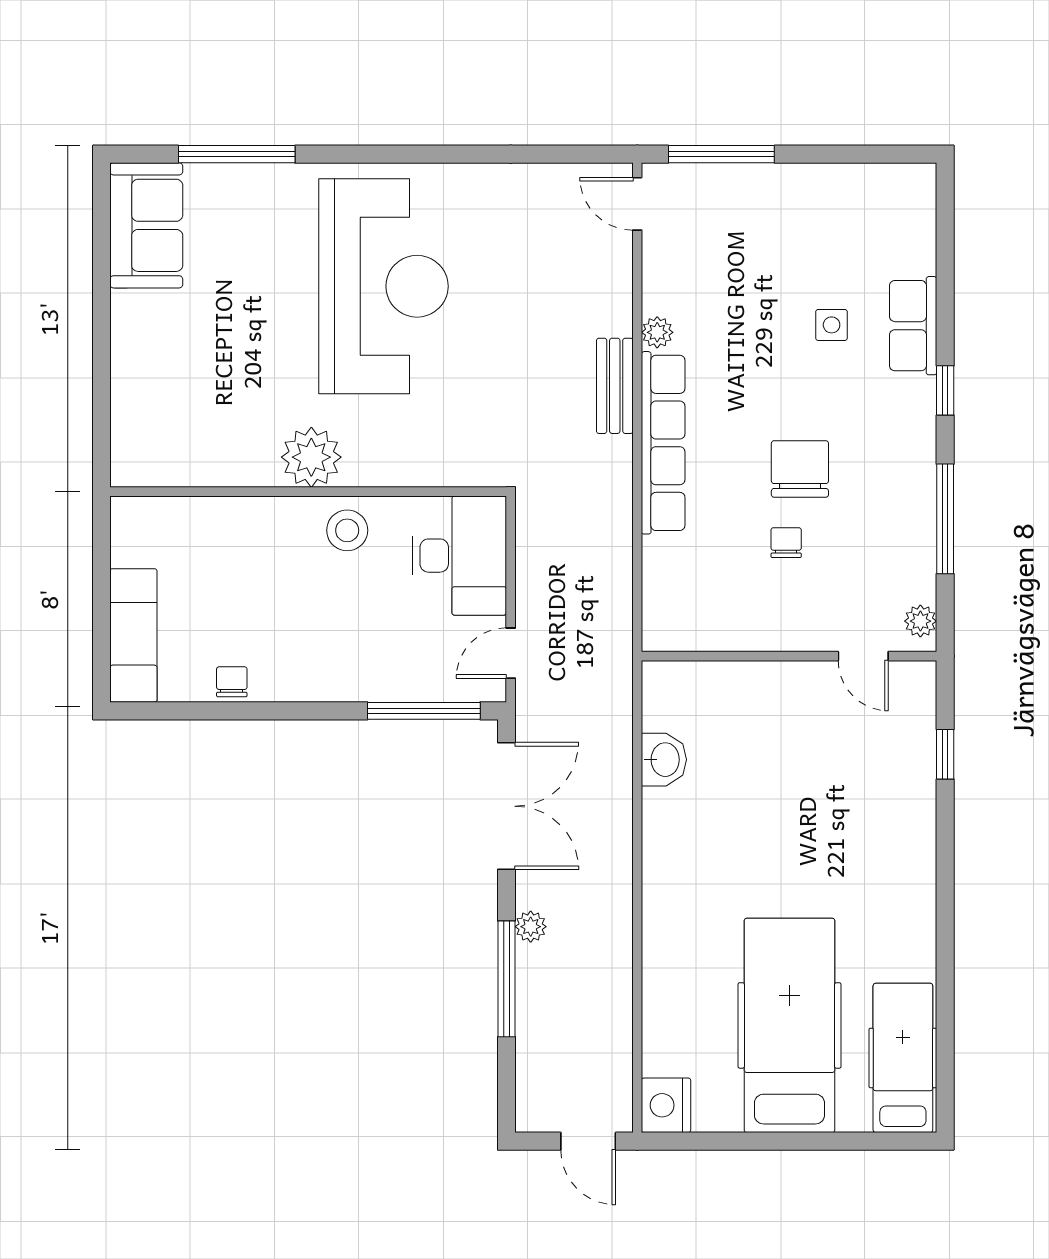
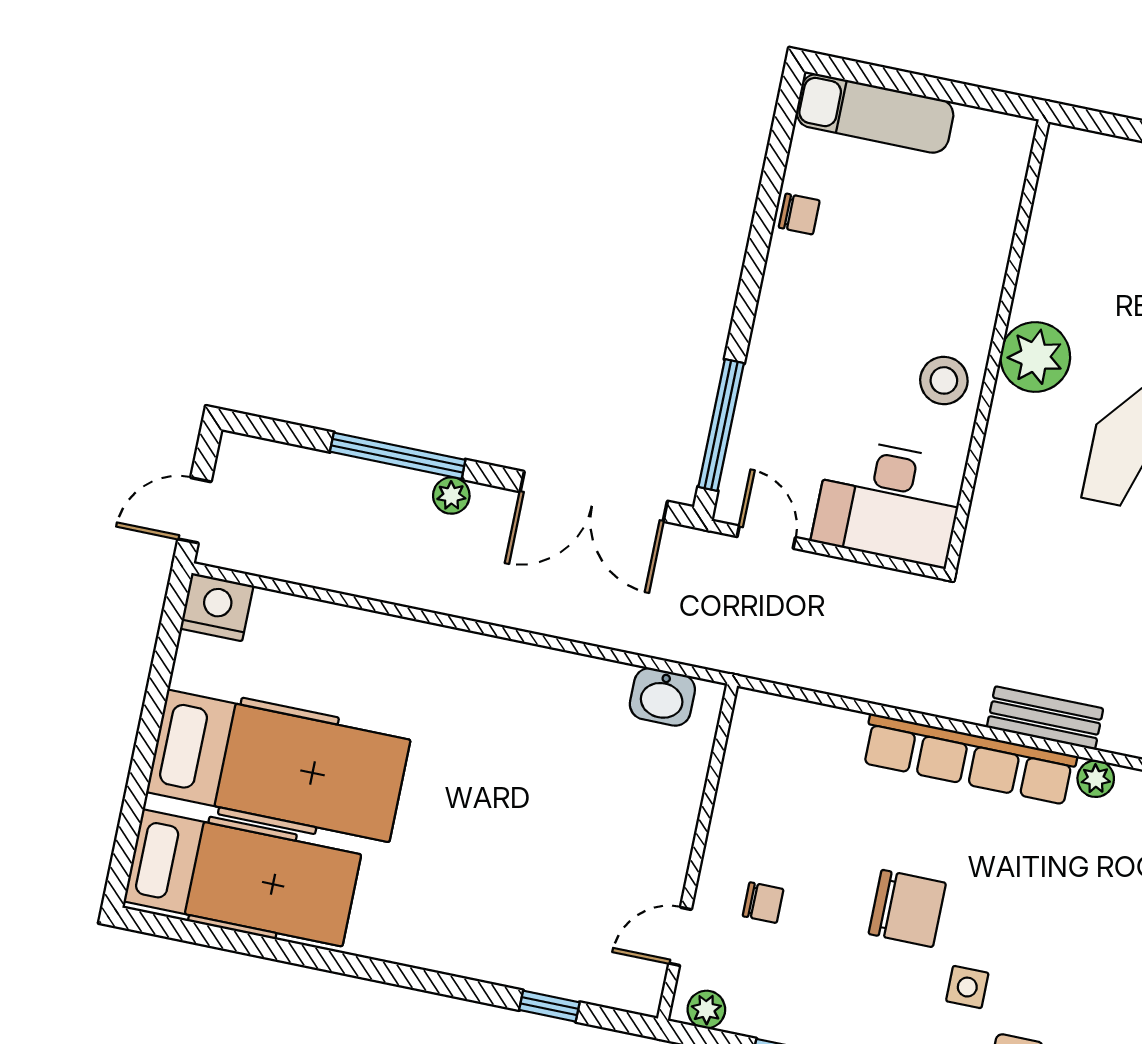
side table: (832, 325) -> (967, 987), moved
chair: (786, 543) -> (763, 903), moved
washbasin: (664, 760) -> (662, 697), moved
hospital bed: (903, 1058) -> (242, 878), width x1.37, depth x1.29

